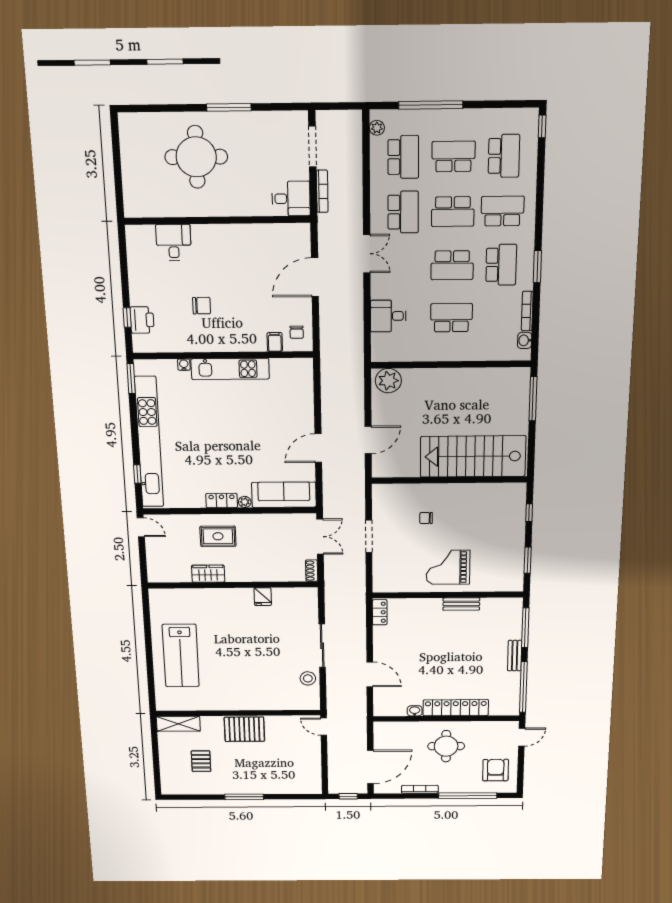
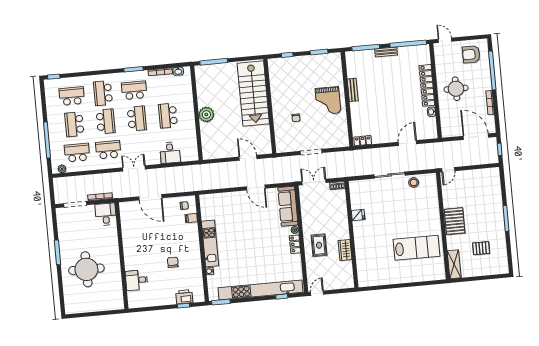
plant: (388, 381) -> (206, 115), moved
lab bench: (181, 656) -> (417, 248), moved

